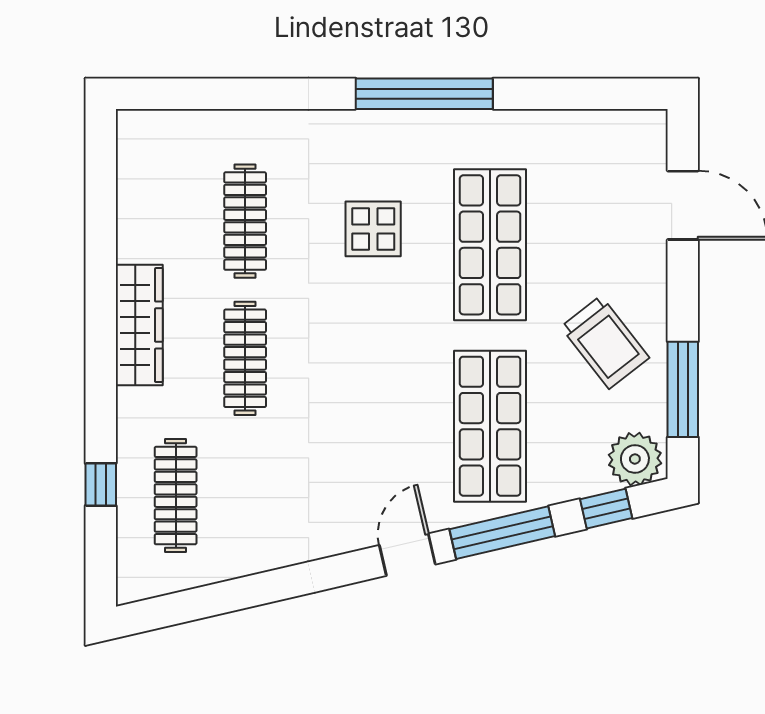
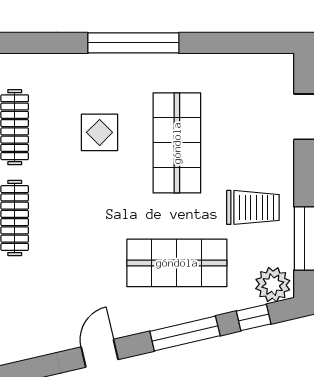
trolley: (605, 342) -> (253, 207), turned -52
shop shelf: (490, 426) -> (177, 263), turned 90
door: (407, 555) -> (100, 353), moved

